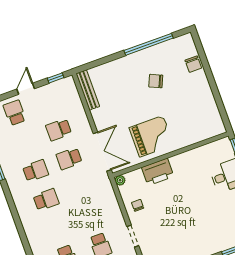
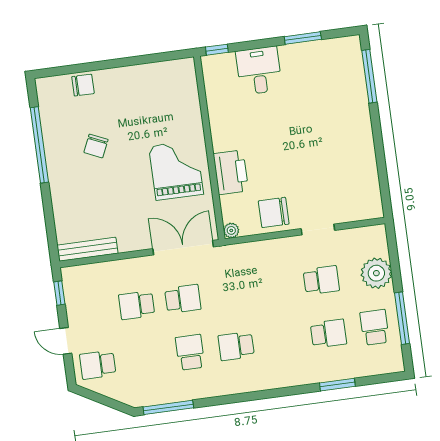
school desk: (59, 130) -> (137, 305), turned 90
school desk: (69, 159) -> (183, 299), turned -90
school desk: (46, 200) -> (236, 346), turned -90
chair: (138, 205) -> (274, 212), width x1.87, depth x1.87

